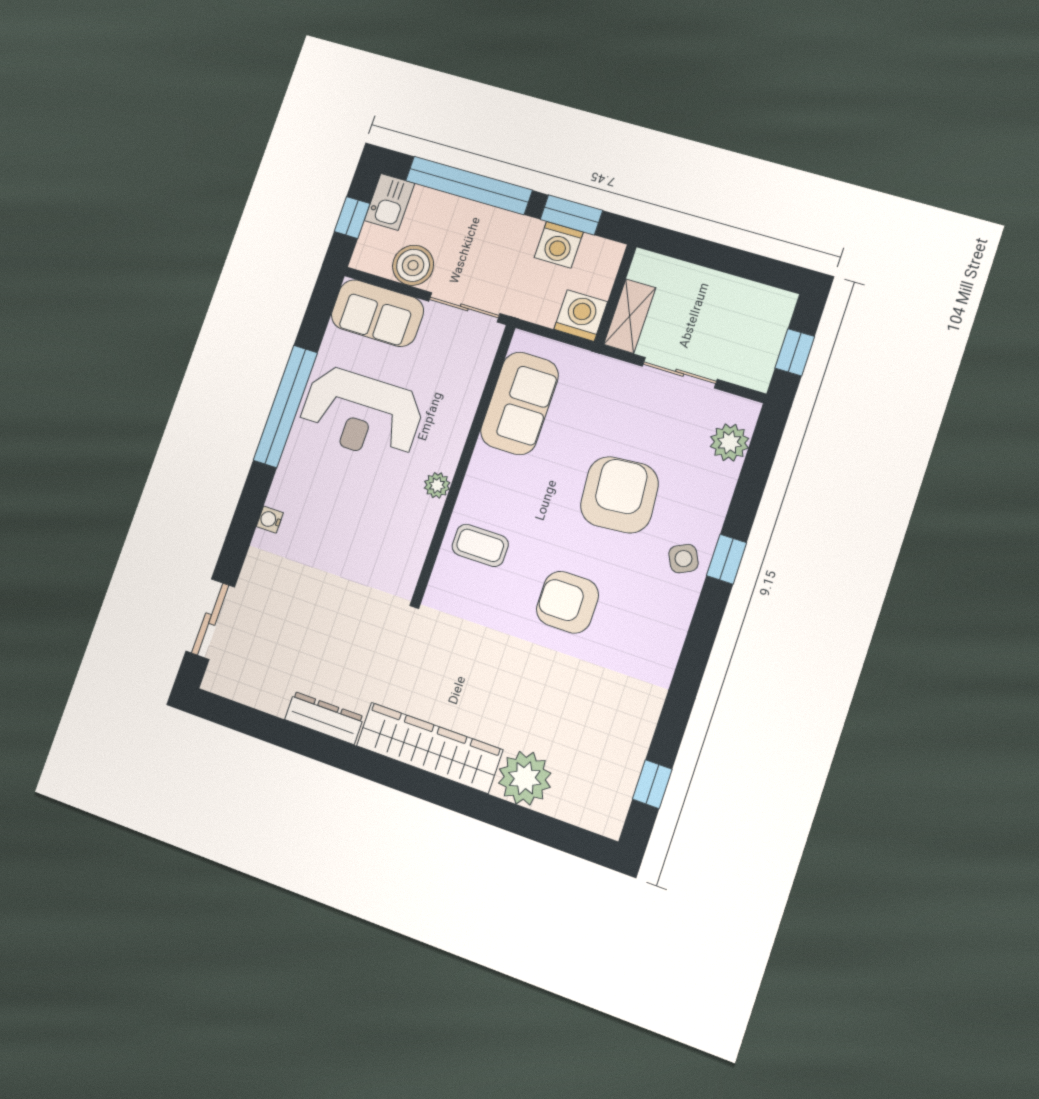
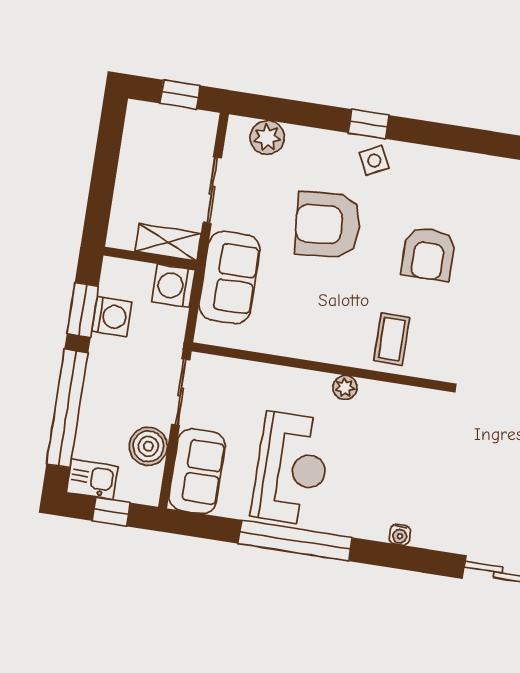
sofa: (519, 403) -> (229, 278), moved, turned 90

